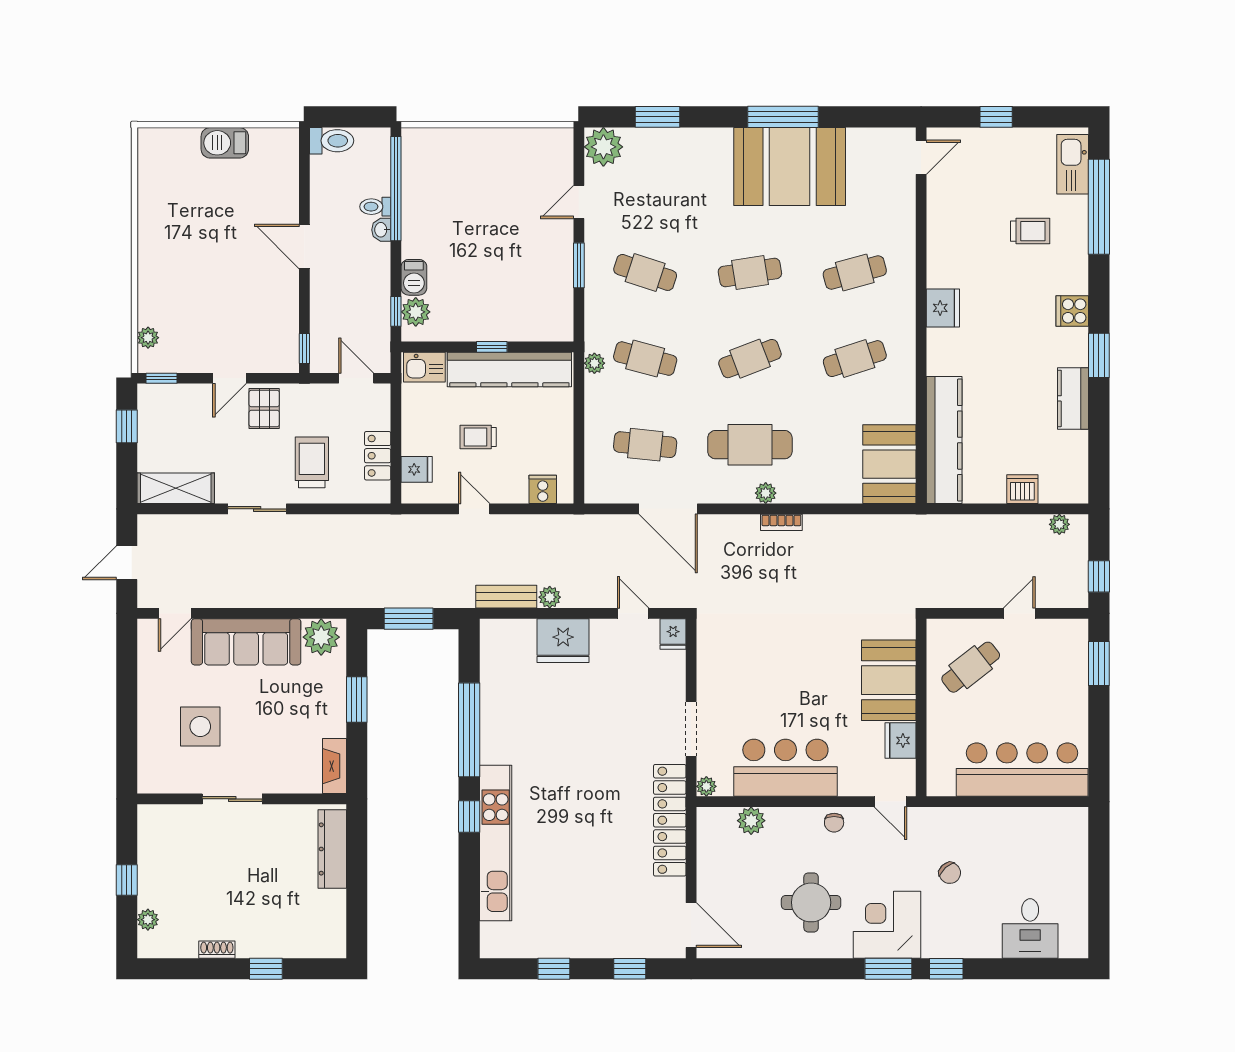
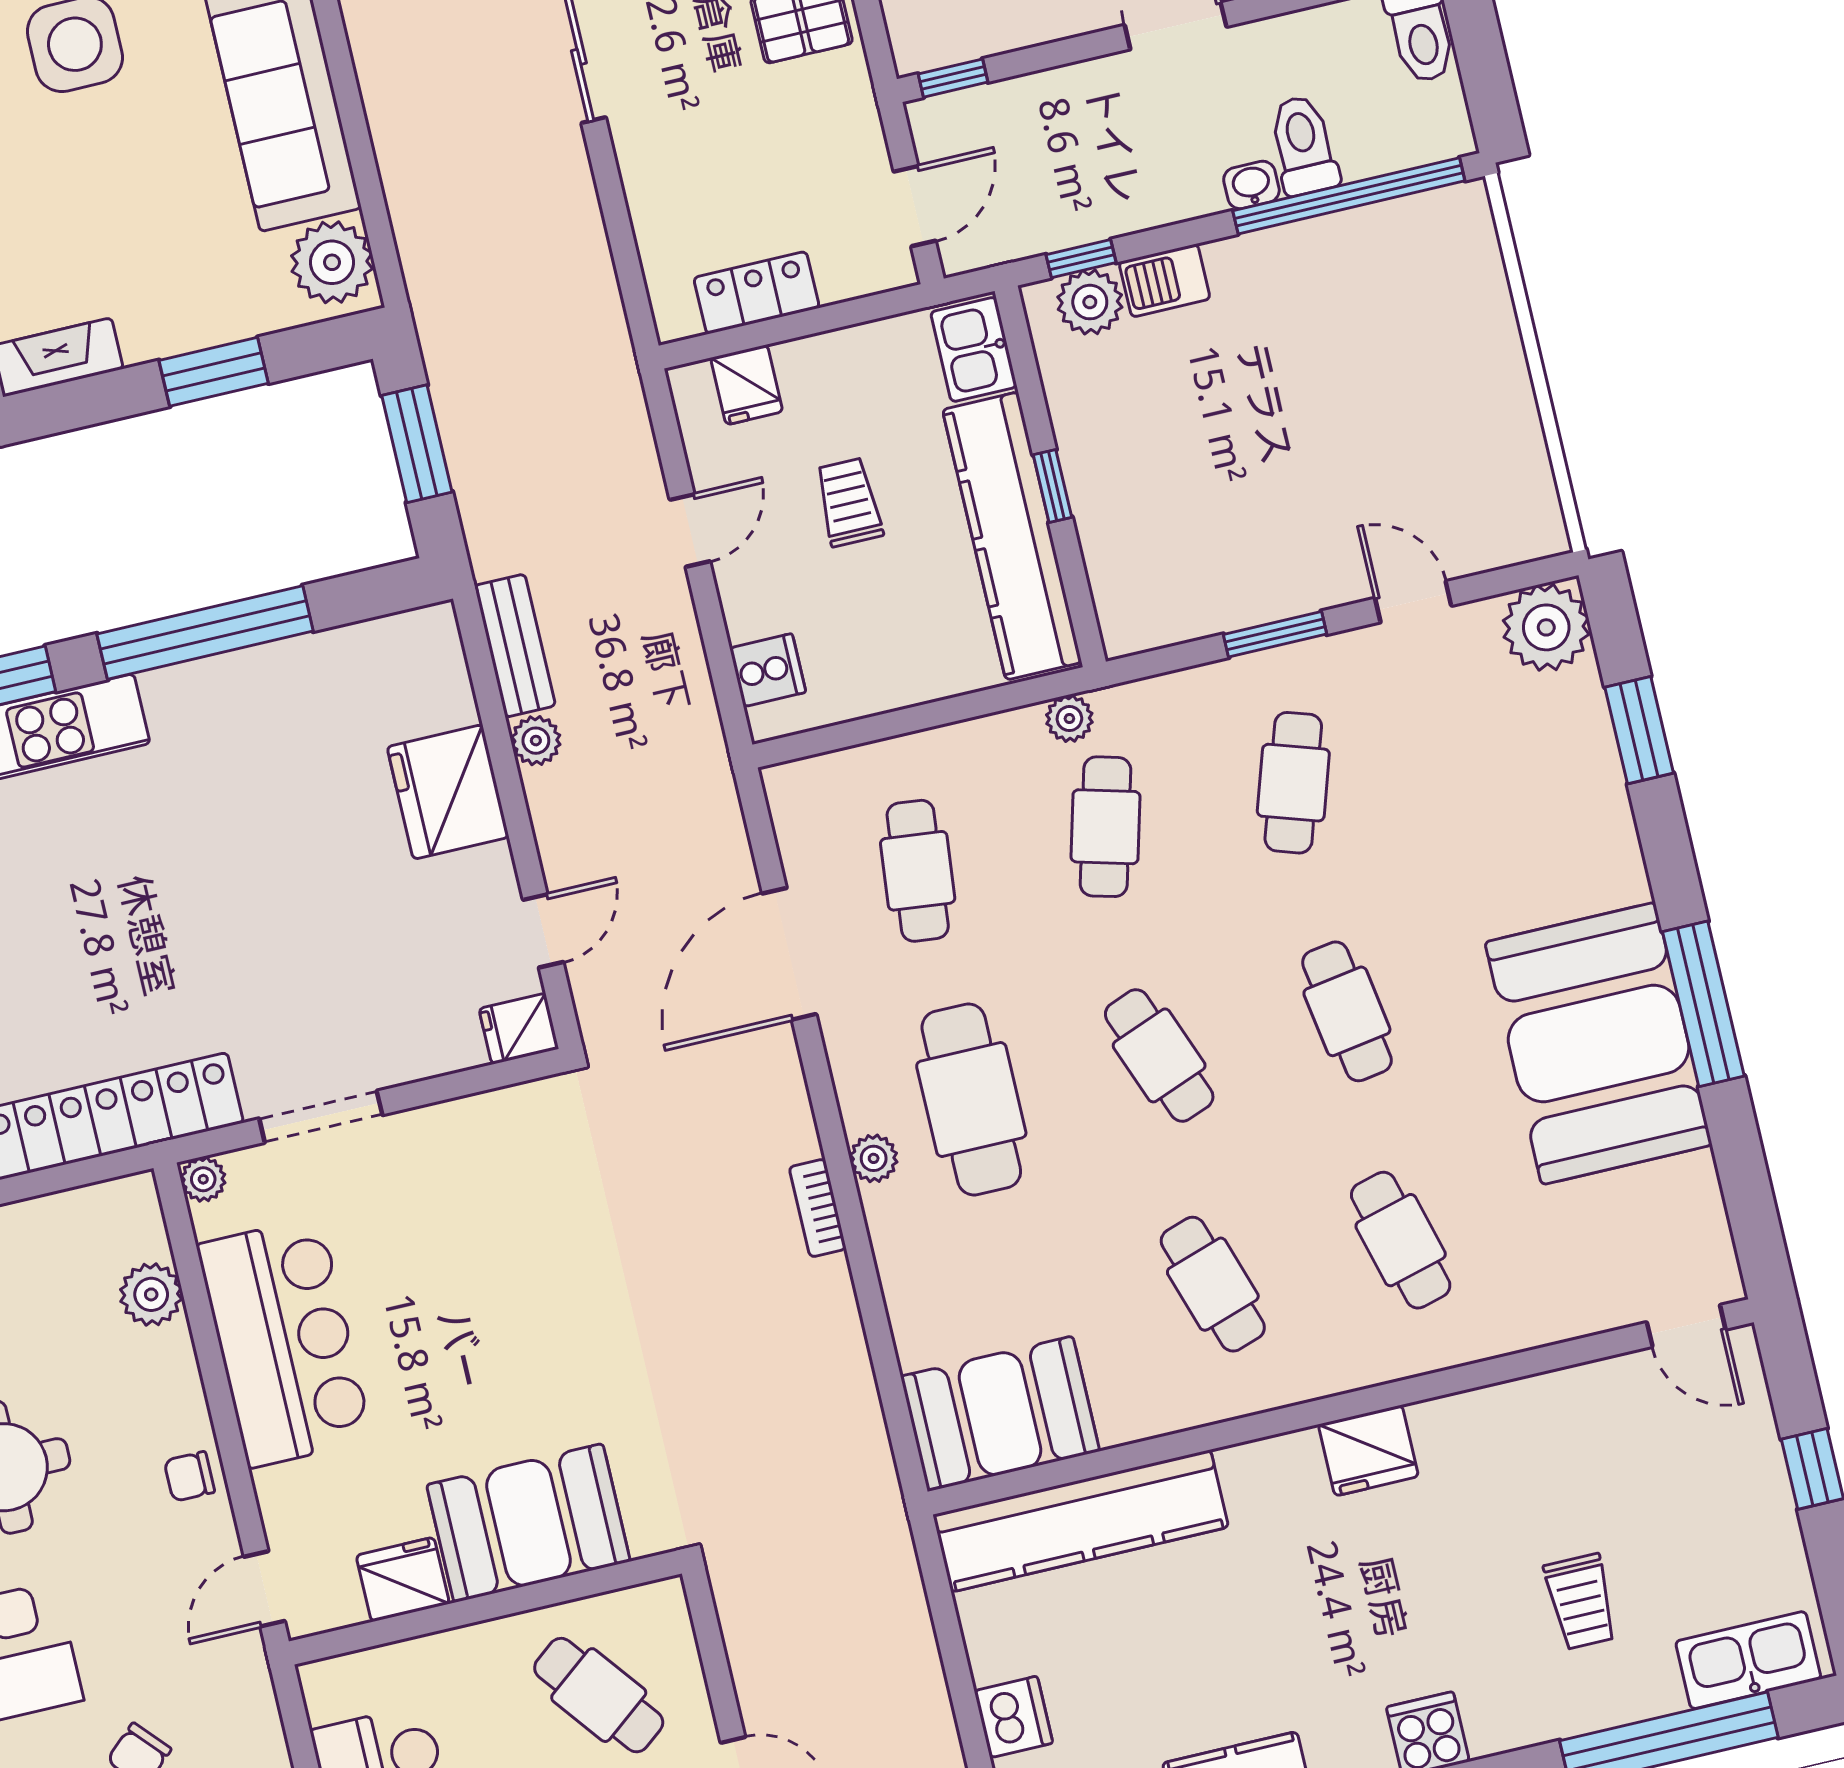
toilet: (375, 207) -> (1304, 145), width x1.37, depth x1.39
trolley: (312, 462) -> (708, 153), removed

